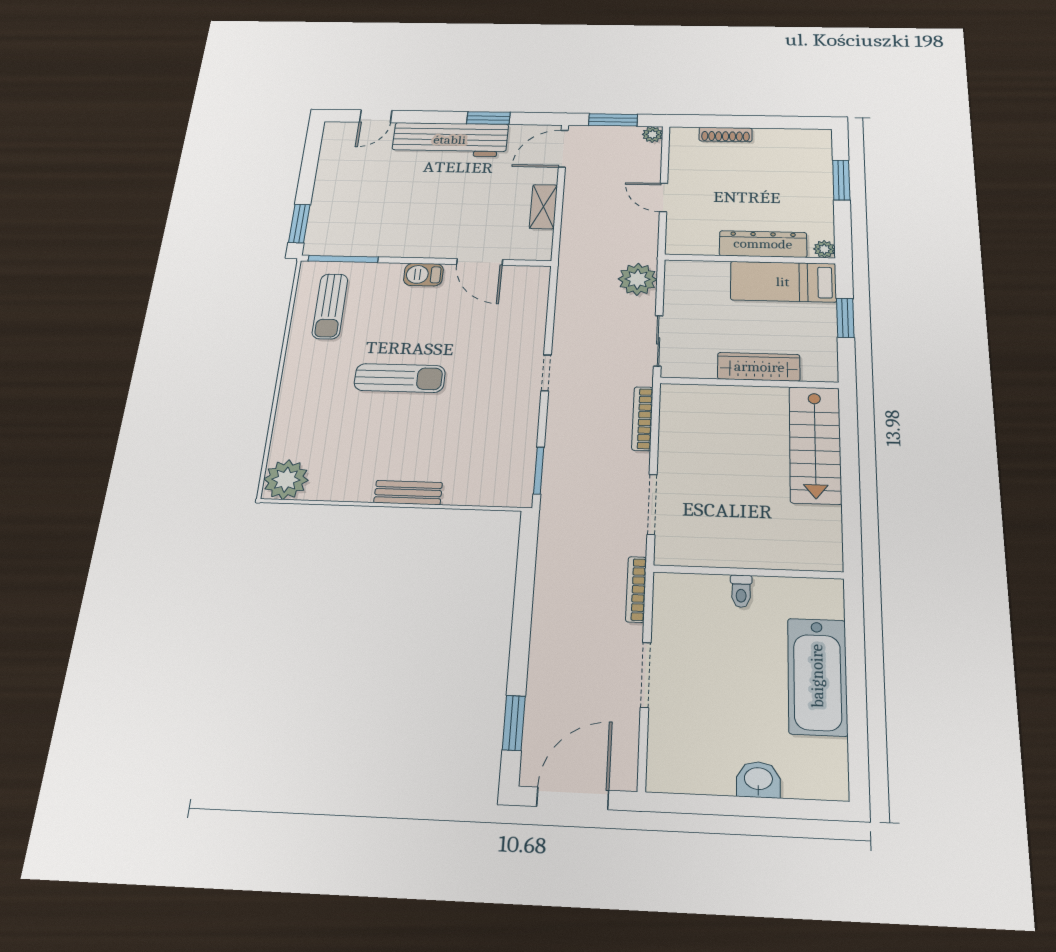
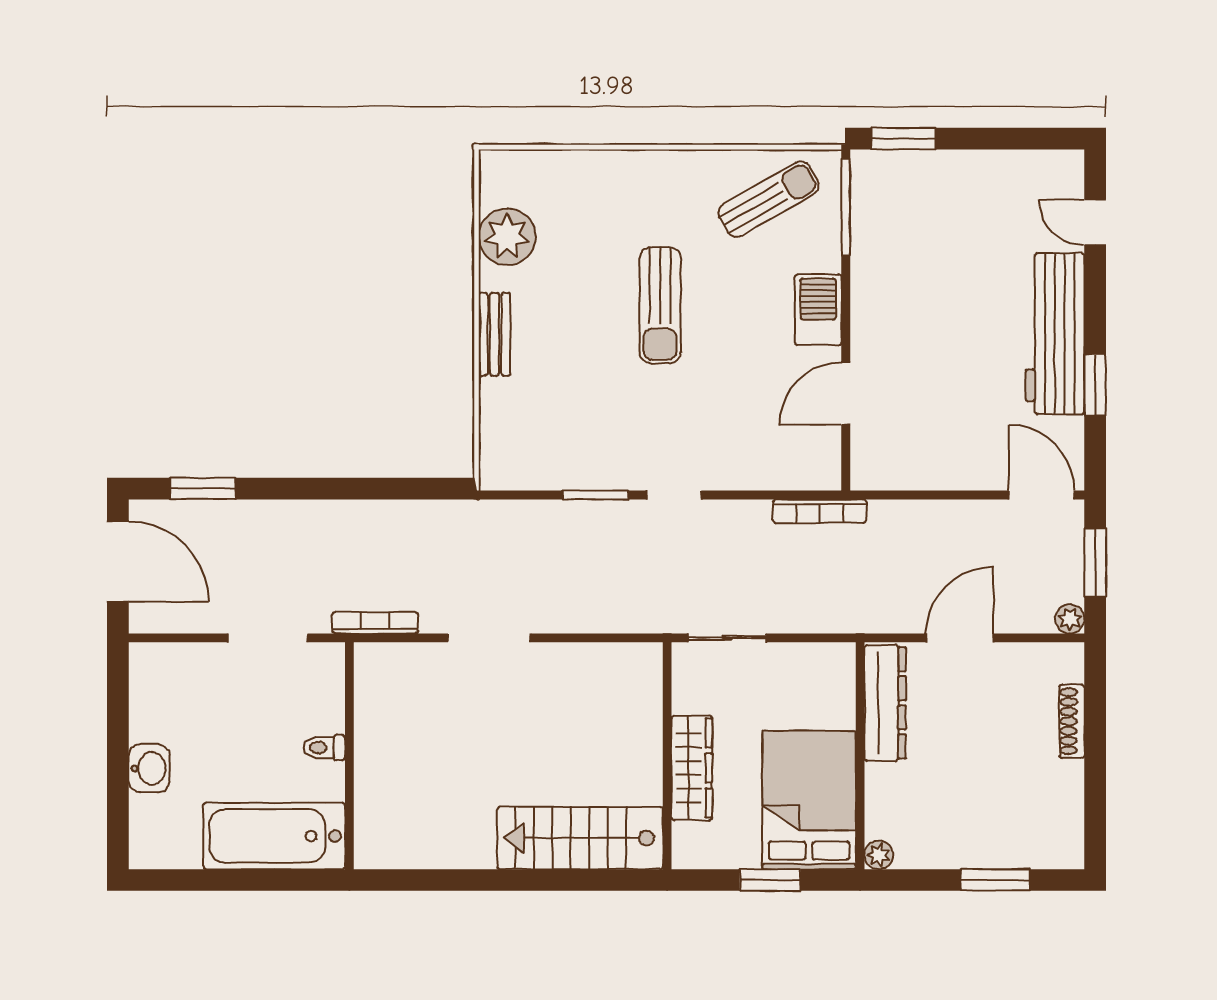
door: (664, 197) -> (960, 638), width x1.38
shelving: (543, 207) -> (940, 474), removed
dresser: (763, 244) -> (885, 703), moved
barbecue: (423, 275) -> (818, 310), width x1.38, depth x1.27
plant: (638, 279) -> (823, 607), removed
bed: (783, 282) -> (809, 800), width x1.50
sun lounger: (330, 306) -> (769, 199), turned 150
bookcase: (642, 419) -> (820, 511), moved, turned 180
window: (539, 470) -> (596, 495), moved
plant: (286, 480) -> (507, 237), moved
wall: (748, 572) -> (349, 756), moved
toilet: (741, 591) -> (324, 748), moved

